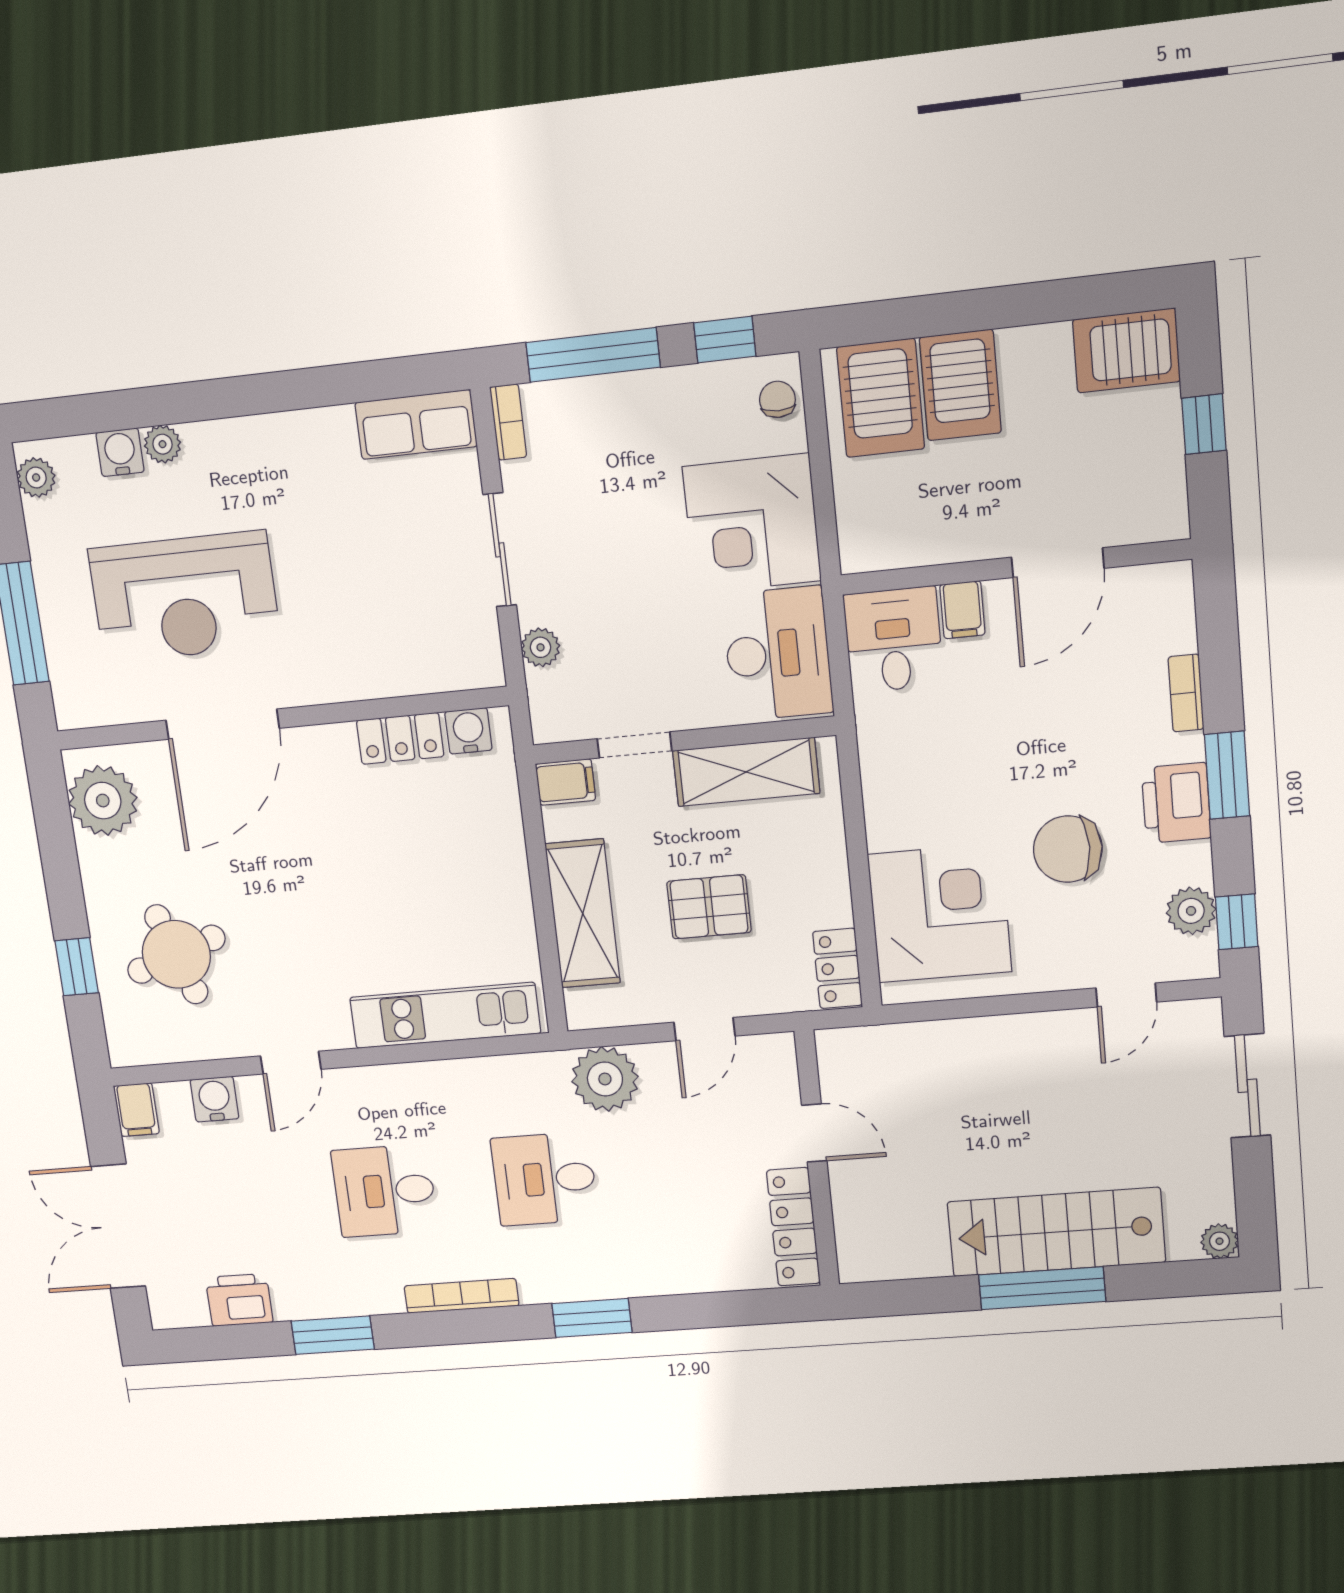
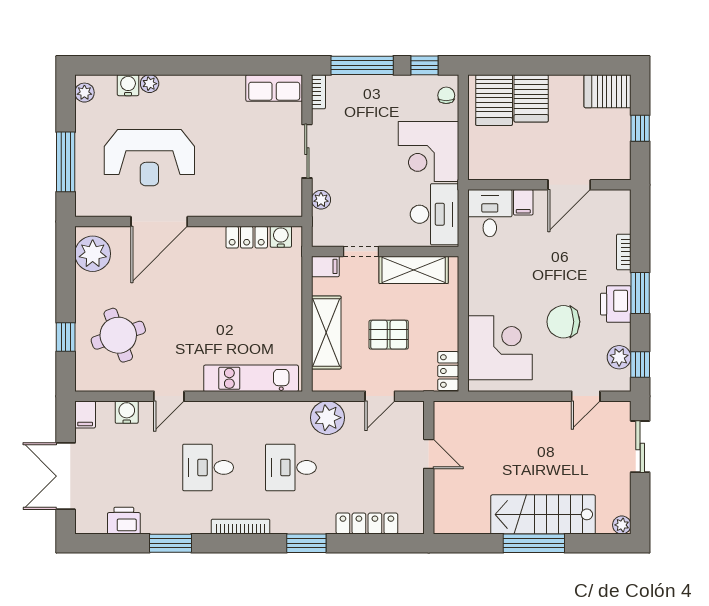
locker: (793, 1227) -> (367, 523), moved, turned 90

